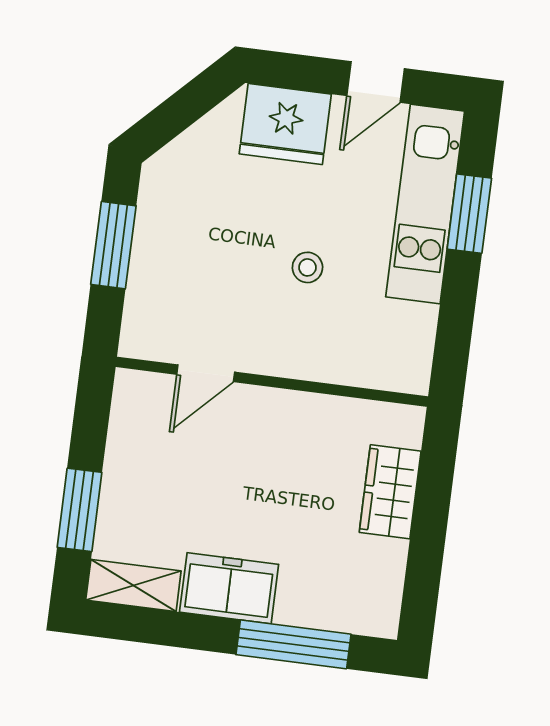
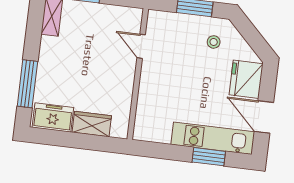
door: (376, 82) -> (264, 117), width x1.38
stool: (307, 267) -> (214, 42), moved
freezer: (229, 588) -> (53, 117), moved, turned -90

